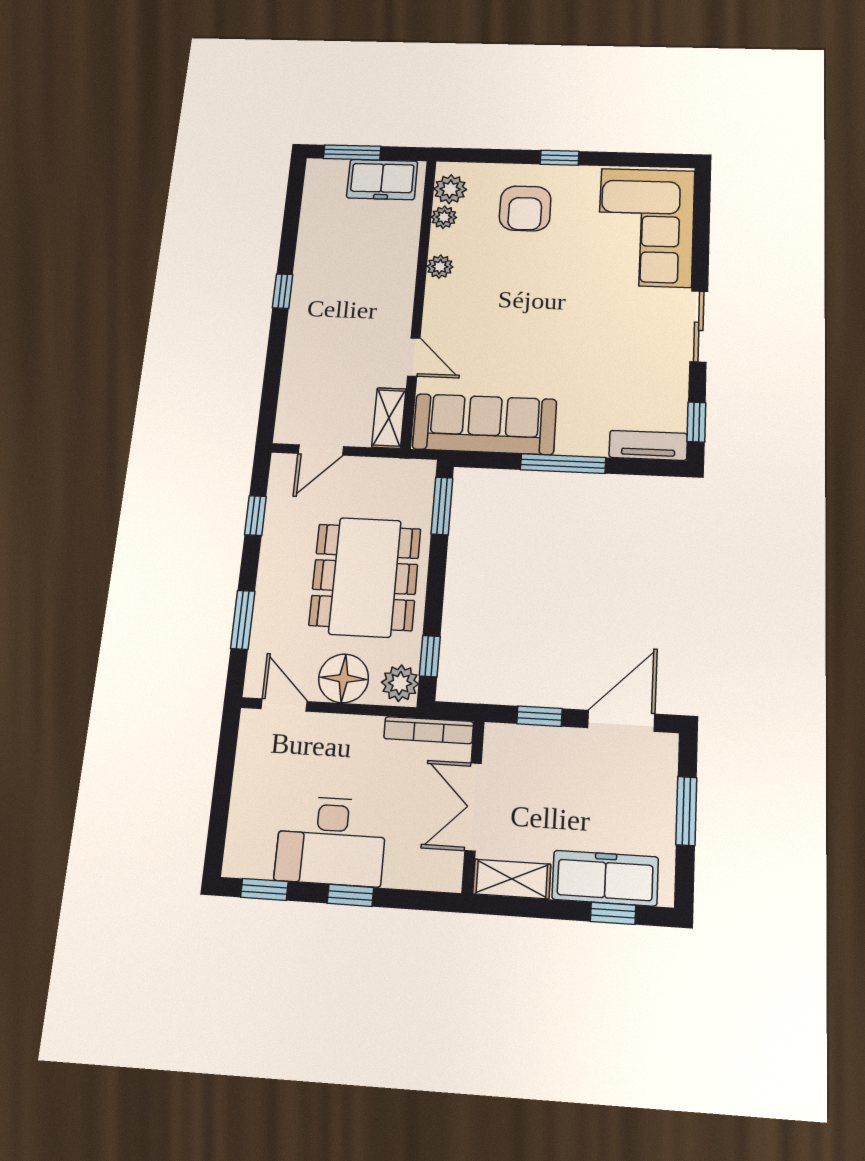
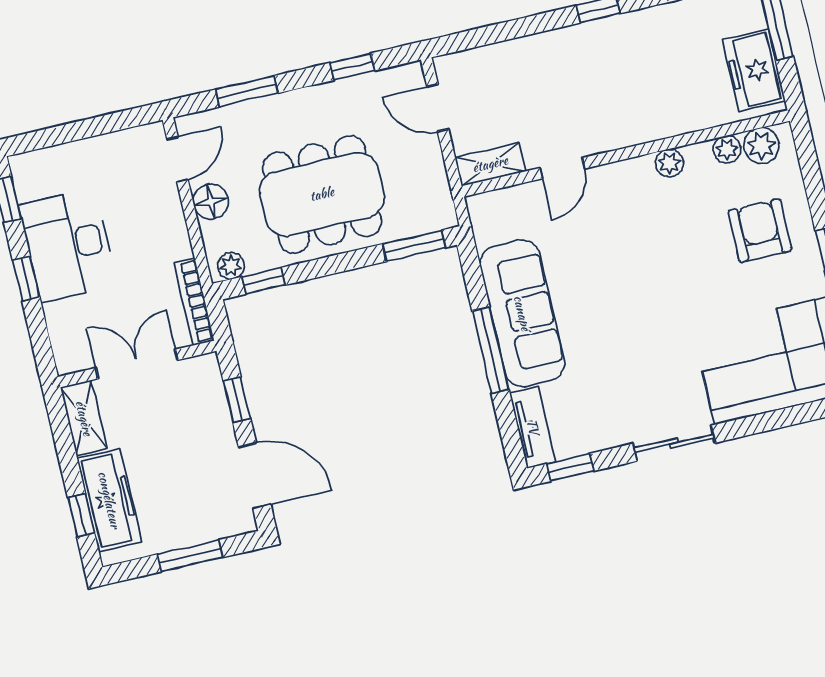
armchair: (525, 208) -> (760, 231), turned 90
sofa: (484, 424) -> (522, 313), moved
floor lamp: (344, 678) -> (211, 202), width x0.73, depth x0.73
plant: (400, 683) -> (231, 266), width x0.73, depth x0.73

